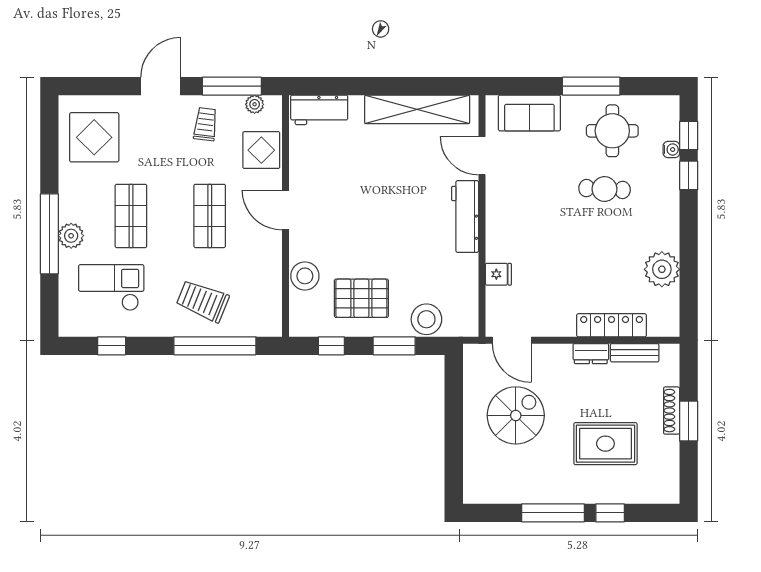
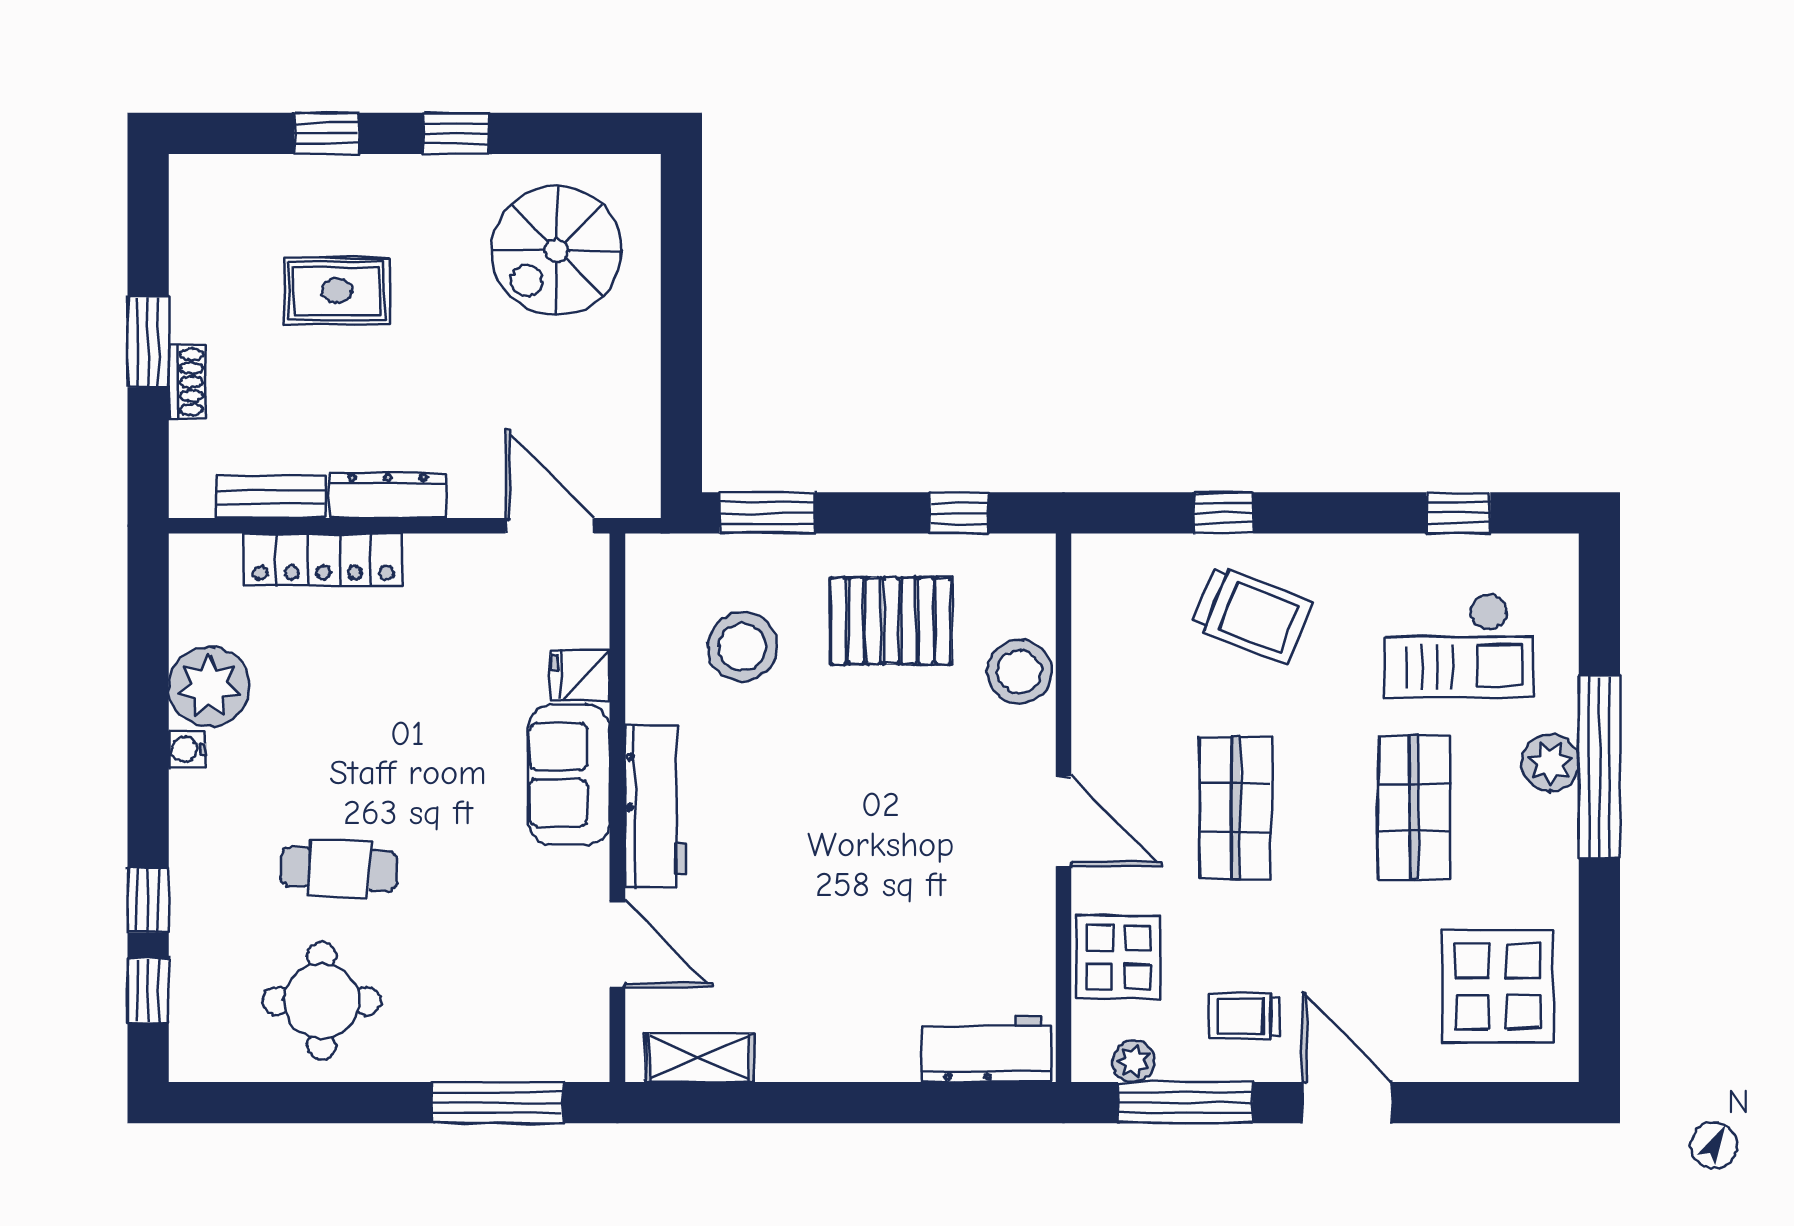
door: (161, 86) -> (1347, 1103), swing flipped
window: (591, 86) -> (498, 1103), moved
shelving: (417, 109) -> (700, 1058), width x0.45, depth x0.75
sofa: (529, 113) -> (569, 775), moved, turned -90
trolley: (205, 124) -> (1245, 1016), turned 83
water cooler: (671, 150) -> (187, 750), moved
stool: (426, 319) -> (742, 647), moved
window: (215, 346) -> (1224, 513), width x0.32
window: (394, 346) -> (767, 513), moved
dresser: (591, 354) -> (388, 495), width x1.44
shoe rack: (672, 411) -> (187, 382), width x0.70
spiral stairs: (516, 415) -> (556, 250), moved
rug: (605, 444) -> (337, 291), width x0.73, depth x0.70
window: (553, 513) -> (456, 133), width x0.46

